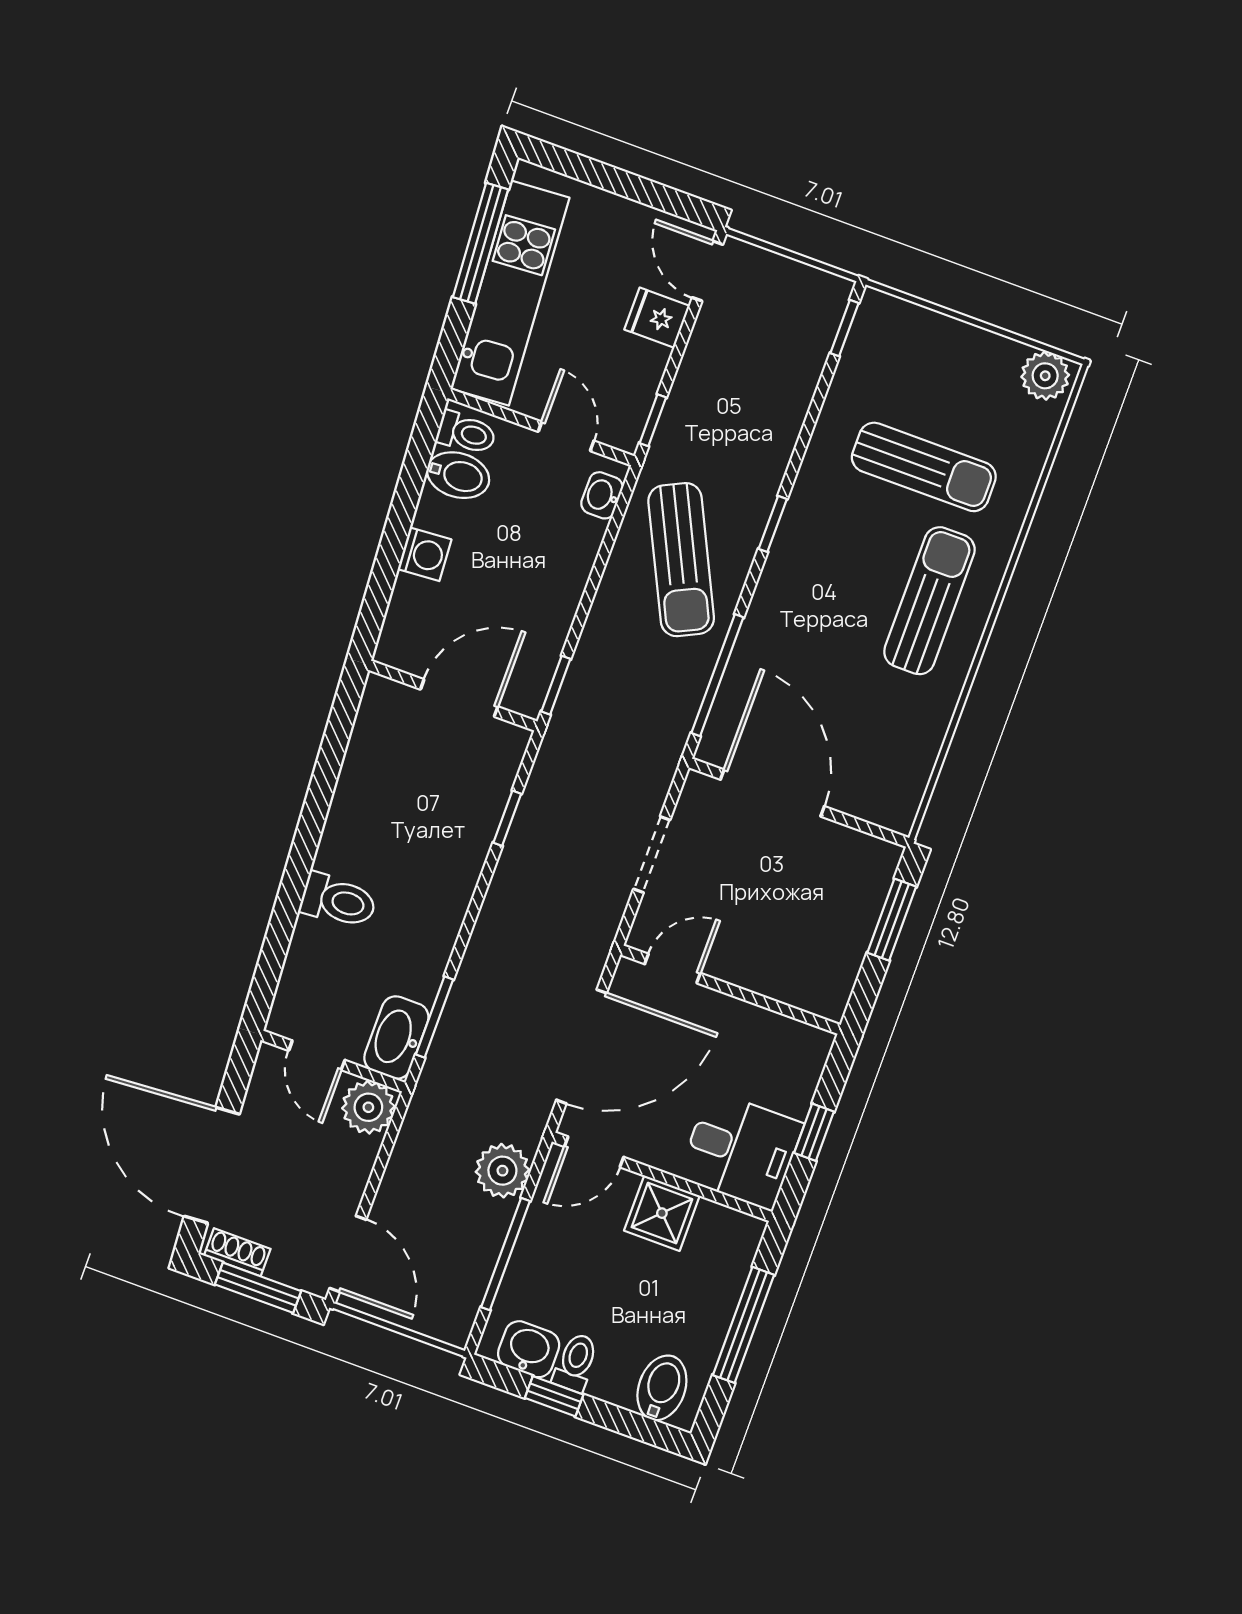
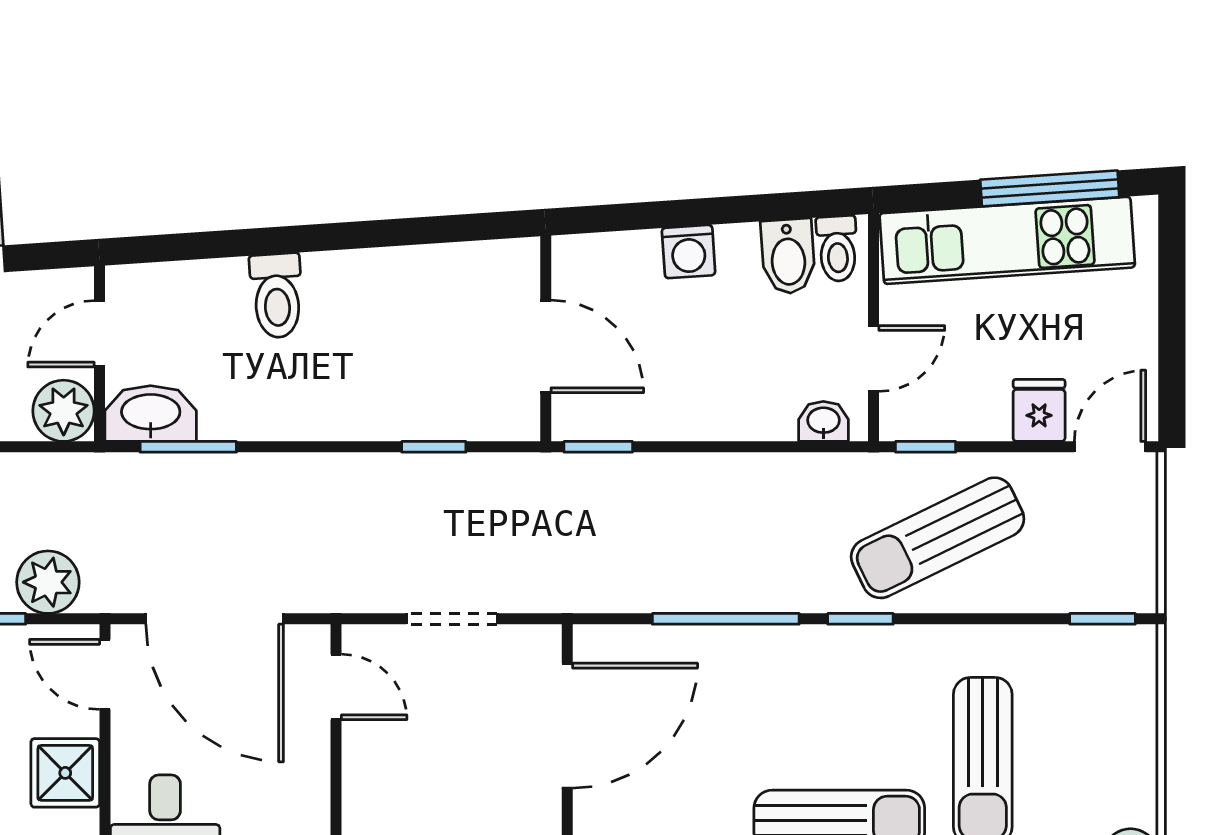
sun lounger: (681, 560) -> (938, 538), moved
window: (717, 675) -> (726, 619), moved

